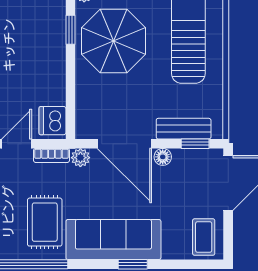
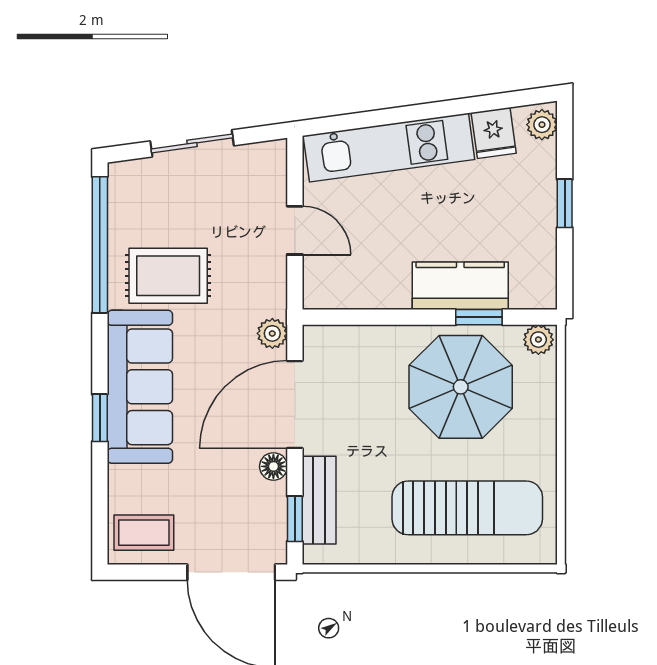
kitchen counter: (51, 41) -> (460, 286), added
dishwasher: (53, 121) -> (332, 288), removed
bookcase: (51, 155) -> (276, 287), removed

